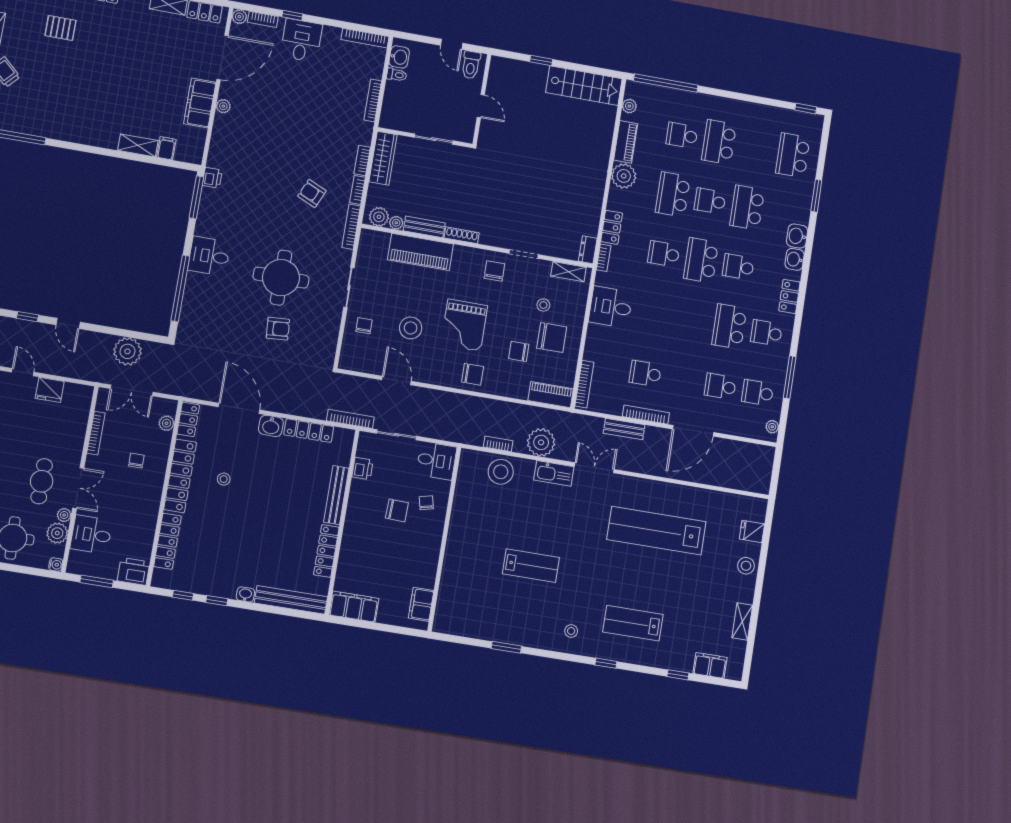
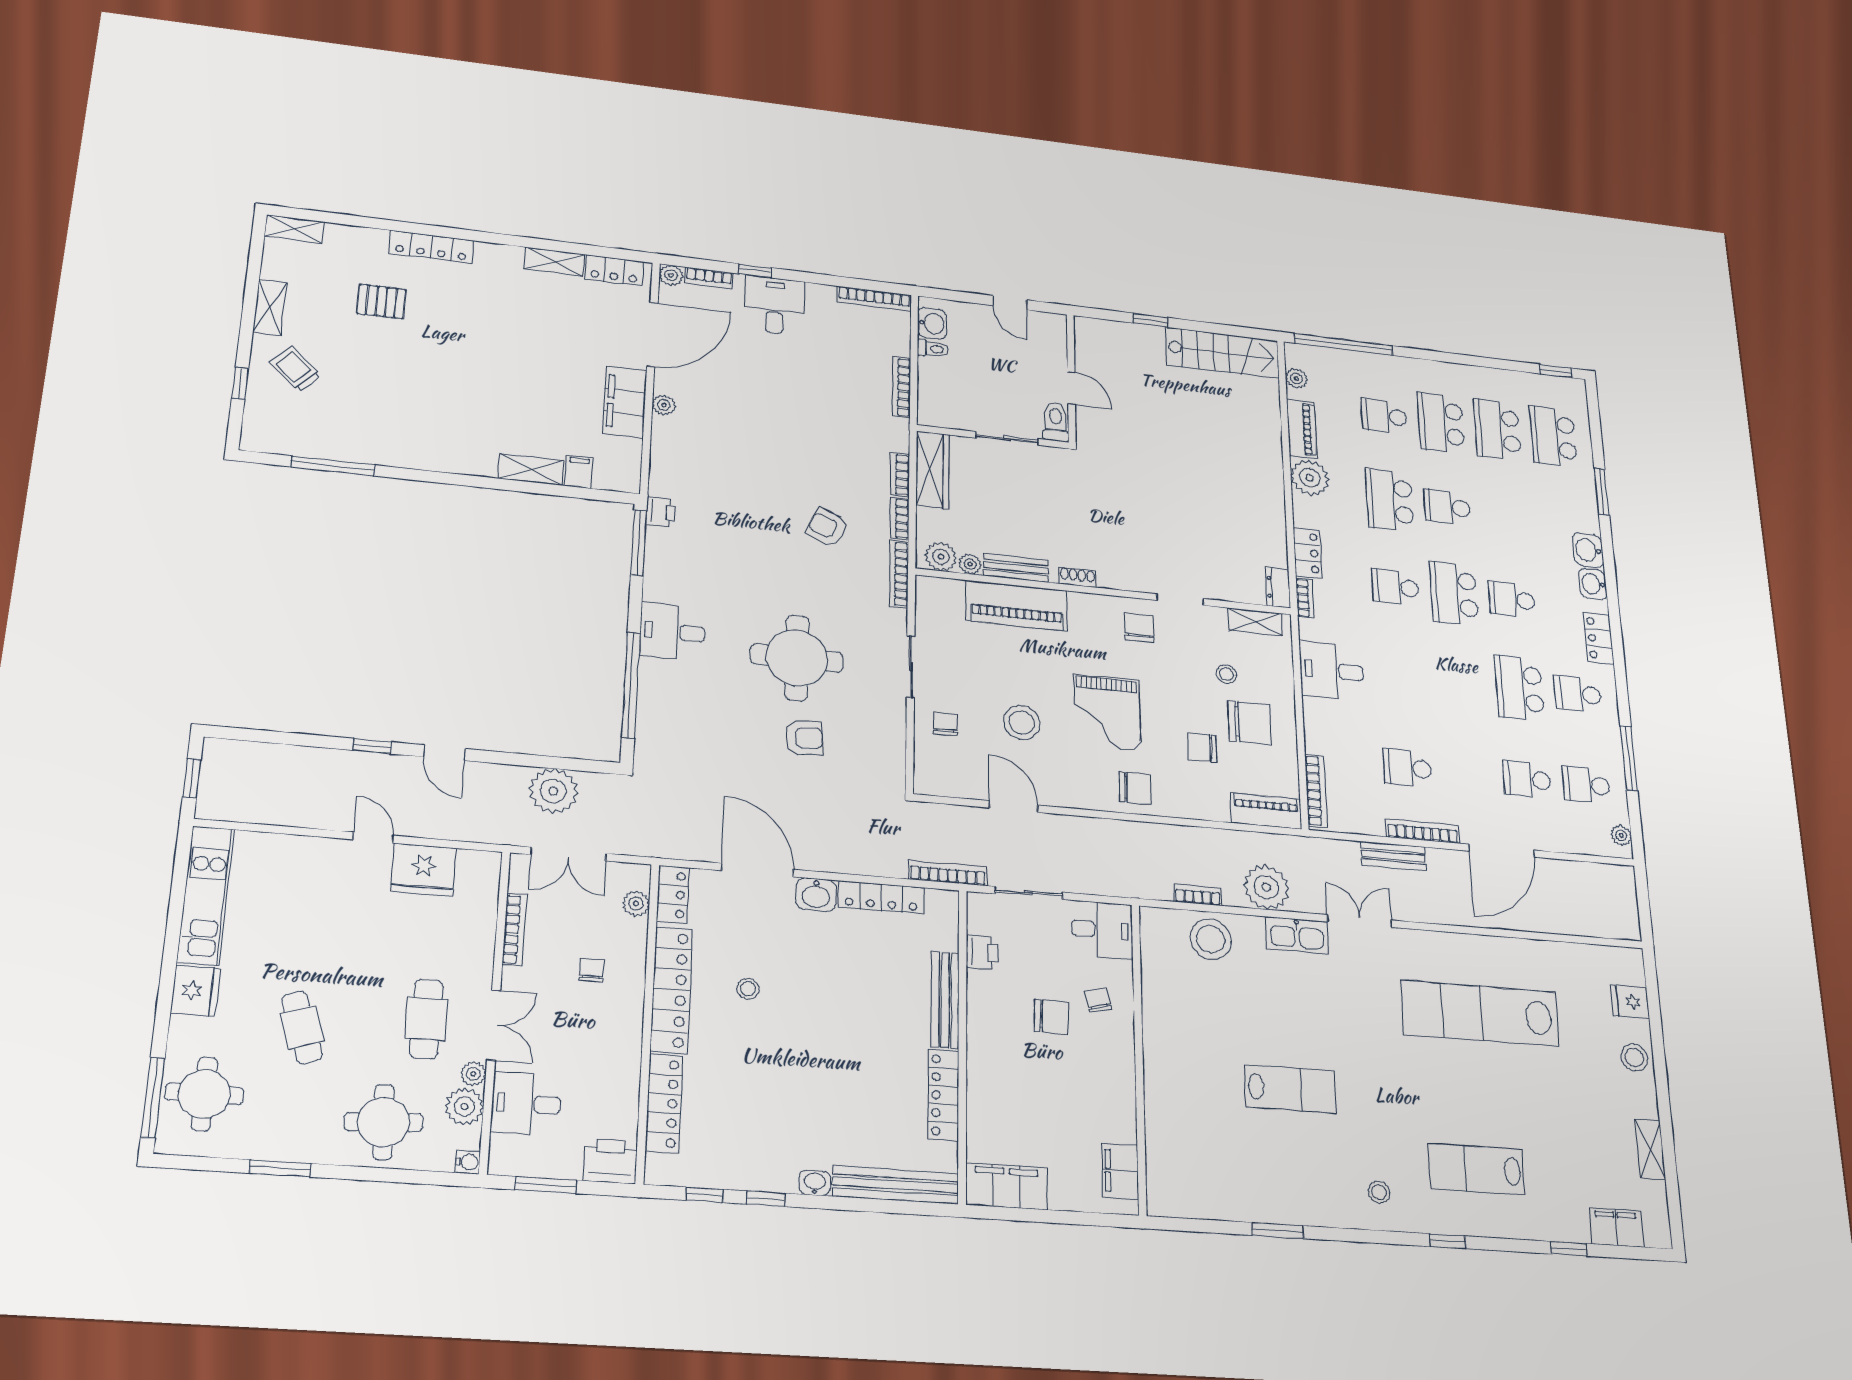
toilet: (471, 65) -> (1056, 422), moved, turned 180
school desk: (747, 208) -> (1497, 430), moved
shoe rack: (462, 235) -> (1077, 577), width x0.70
fridge: (50, 390) -> (424, 870), width x1.36, depth x1.34

